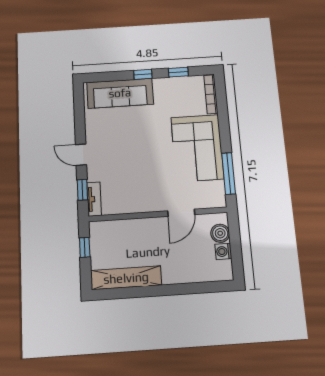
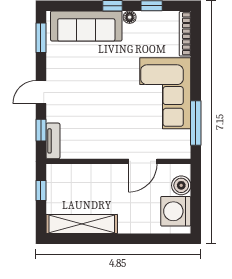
floor lamp: (159, 83) -> (130, 17), added
window: (79, 106) -> (41, 38), added
door: (81, 155) -> (41, 92), hinge flipped
washing machine: (223, 251) -> (176, 211), width x1.89, depth x1.89

